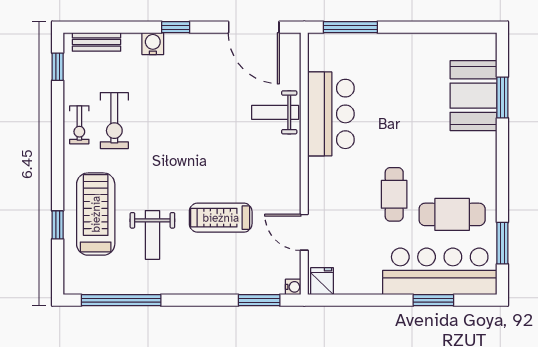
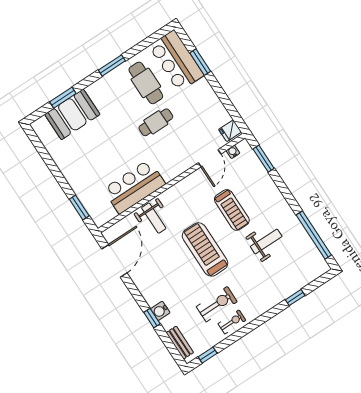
window: (176, 27) -> (152, 318), moved
window: (350, 27) -> (79, 207), width x0.69
treadmill: (96, 214) -> (205, 249), moved, turned 90
window: (502, 243) -> (112, 65), moved
bar counter: (440, 271) -> (176, 61), width x0.73
water cooler: (293, 287) -> (233, 152), moved

